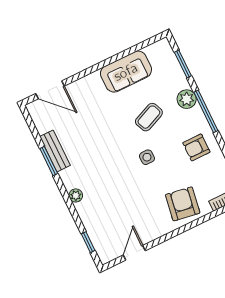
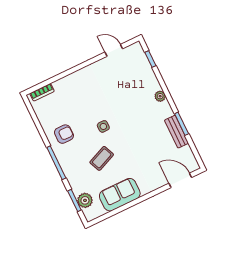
plant: (187, 99) -> (85, 200), moved
armchair: (183, 204) -> (75, 89), removed
door: (134, 253) -> (114, 50), swing flipped

